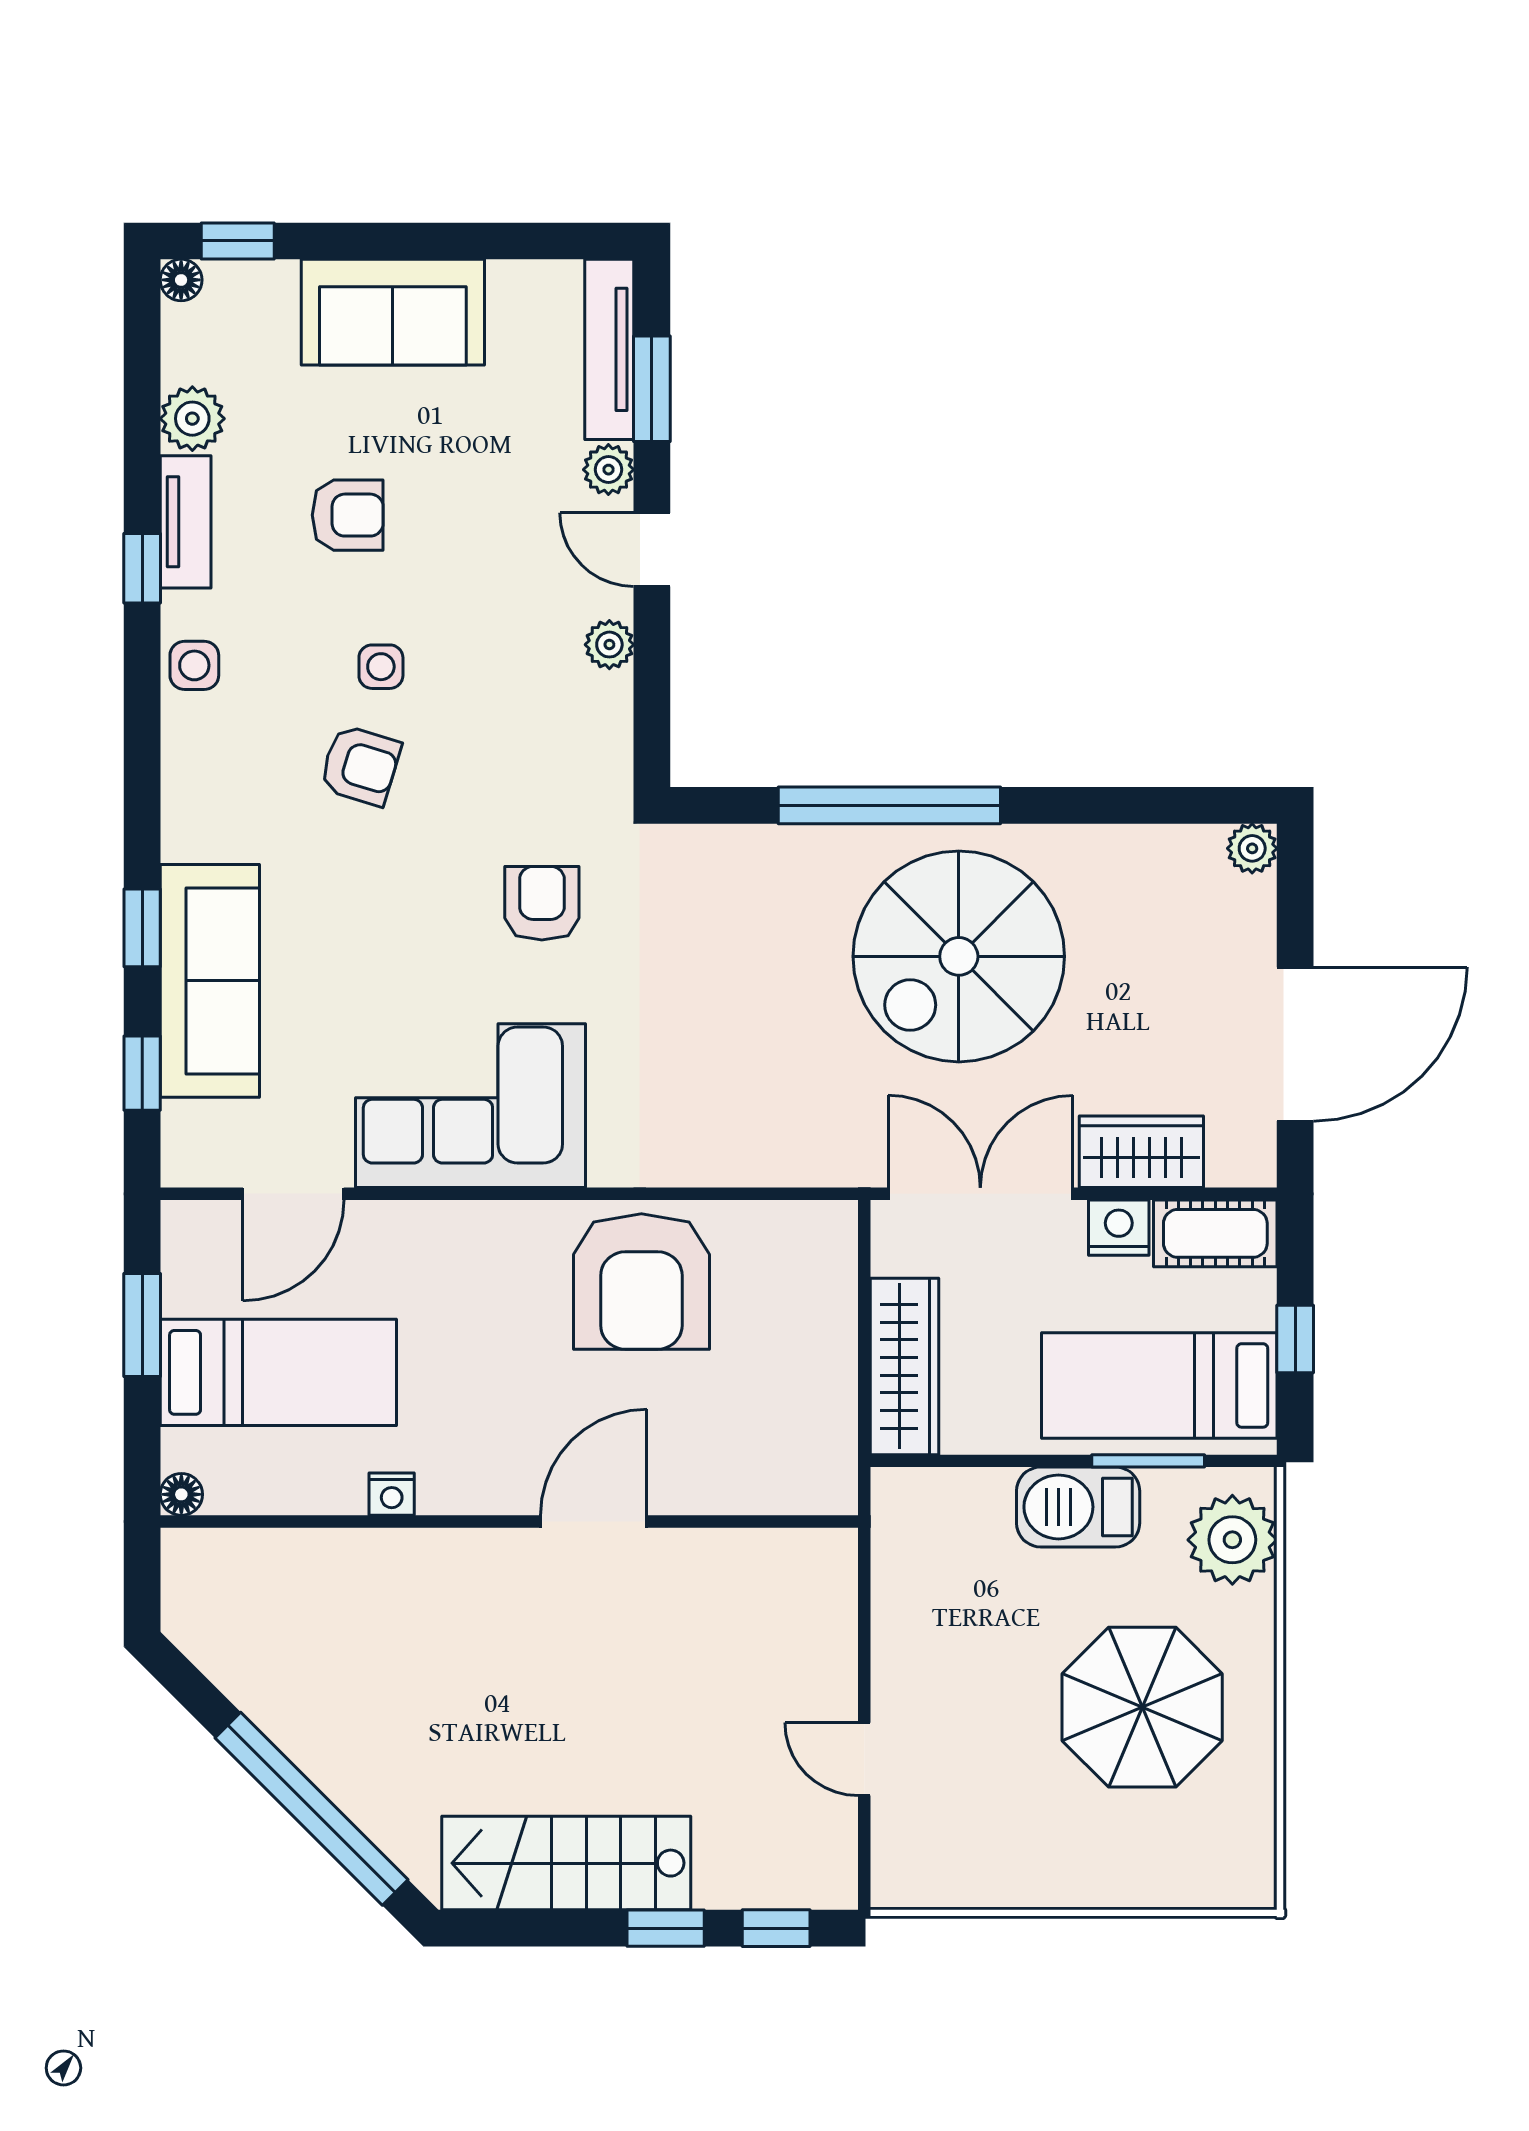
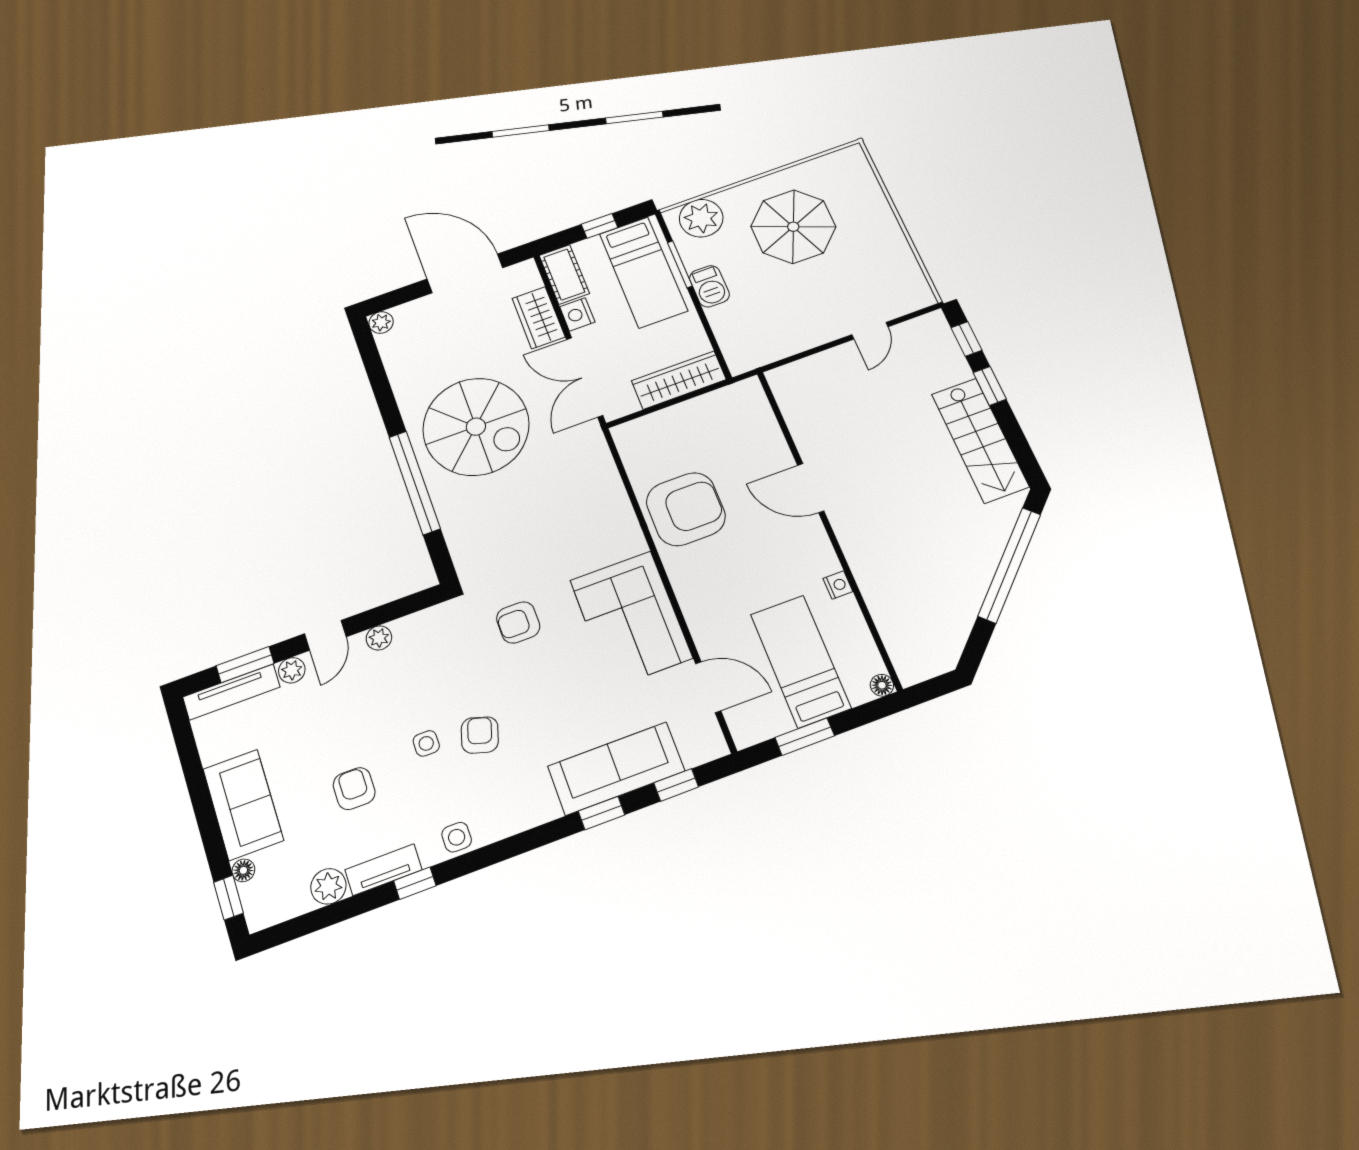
floor lamp: (181, 280) -> (243, 870), moved
barbecue: (1078, 1507) -> (709, 286), width x0.73, depth x0.79

